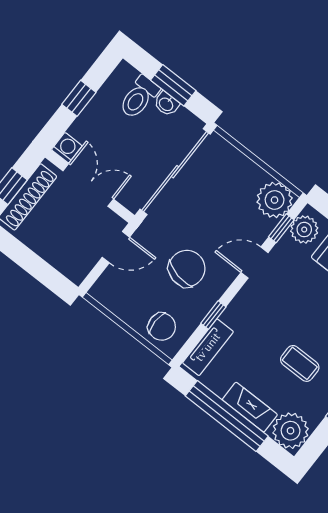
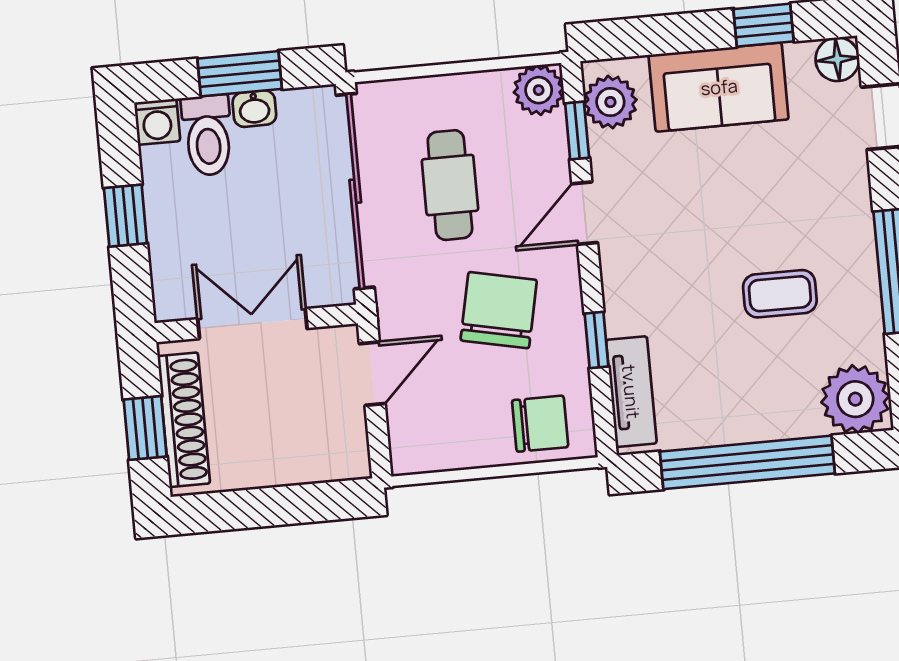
washing machine: (67, 148) -> (157, 122), moved, turned 180
plant: (275, 200) -> (539, 90), width x0.73, depth x0.73
cafe table: (213, 203) -> (450, 185), added
fireplace: (250, 407) -> (768, 420), removed

